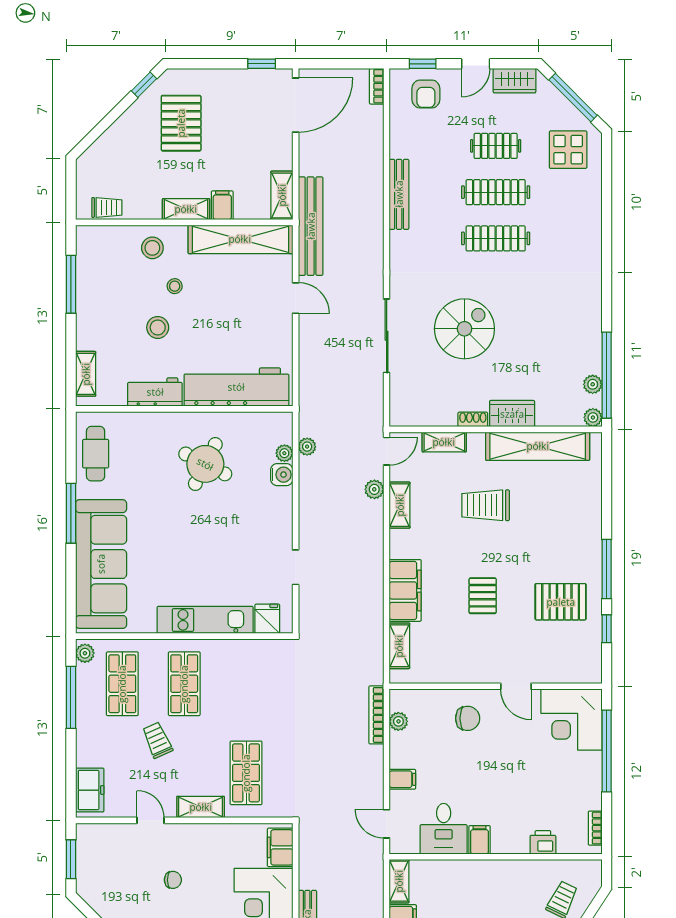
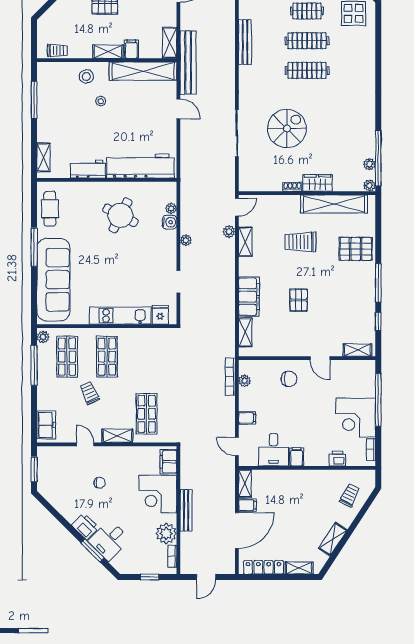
stool: (158, 327) -> (90, 128), removed
shelving: (444, 442) -> (357, 350), moved
plant: (307, 447) -> (186, 240), moved
pallet: (561, 602) -> (356, 249), moved
corner desk: (571, 719) -> (356, 418), moved

